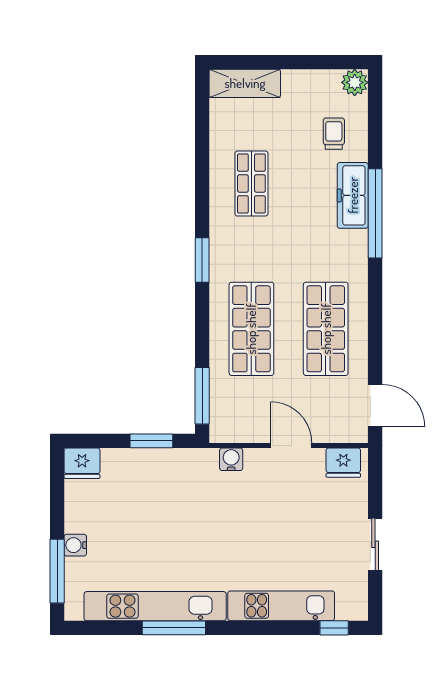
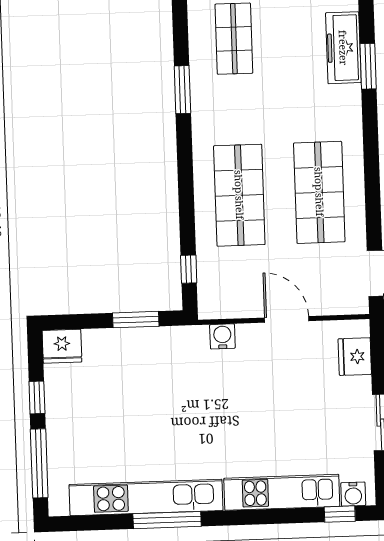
window: (375, 213) -> (368, 66), width x0.47
window: (202, 260) -> (182, 90), moved
window: (202, 396) -> (189, 269), width x0.46
fridge: (343, 463) -> (355, 357), moved, turned 90
window: (57, 510) -> (37, 397), added
water cooler: (75, 545) -> (353, 494), moved, turned -90

